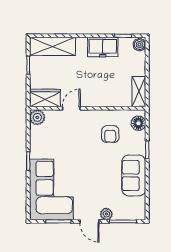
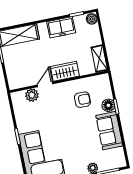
wardrobe: (45, 98) -> (65, 71), moved
plant: (37, 117) -> (32, 95), moved
floor lamp: (138, 123) -> (108, 105), moved
armchair: (110, 134) -> (82, 100), turned -90

